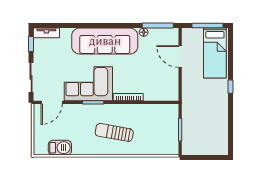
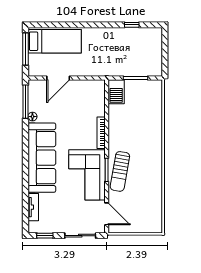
tv unit: (46, 33) -> (33, 207), moved
window: (230, 87) -> (132, 25), moved
sun lounger: (114, 132) -> (120, 171), moved
barbecue: (60, 148) -> (116, 92), moved, turned 180

